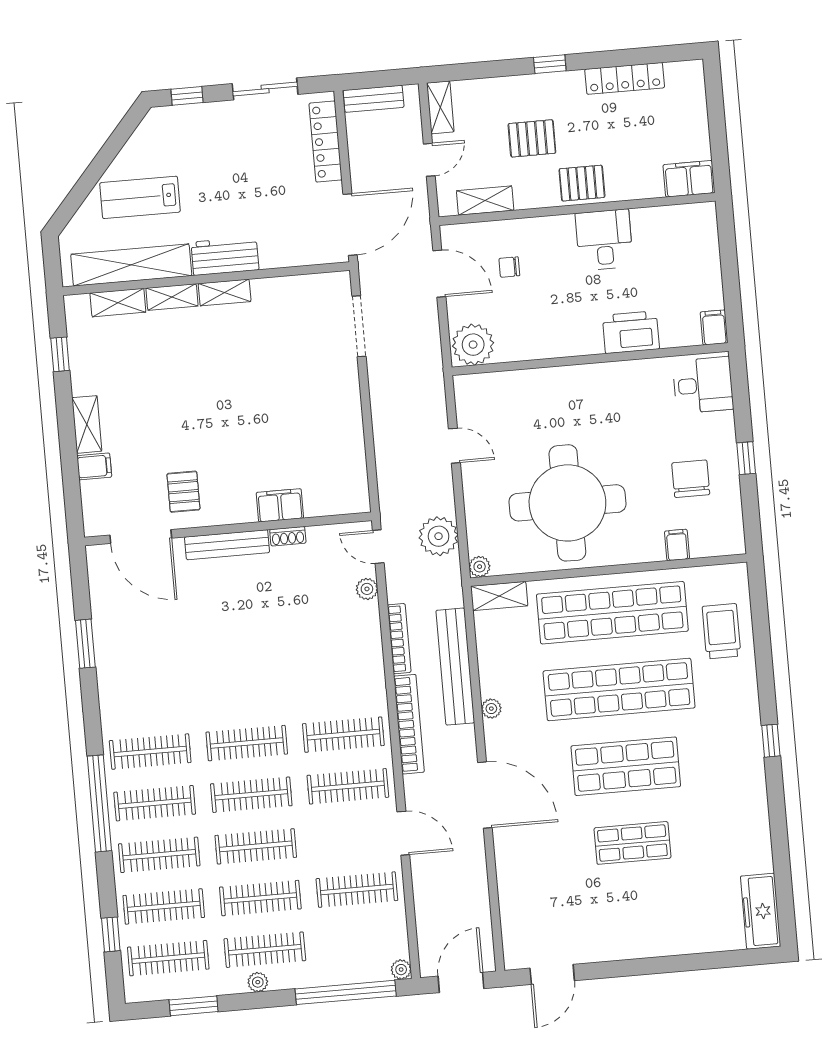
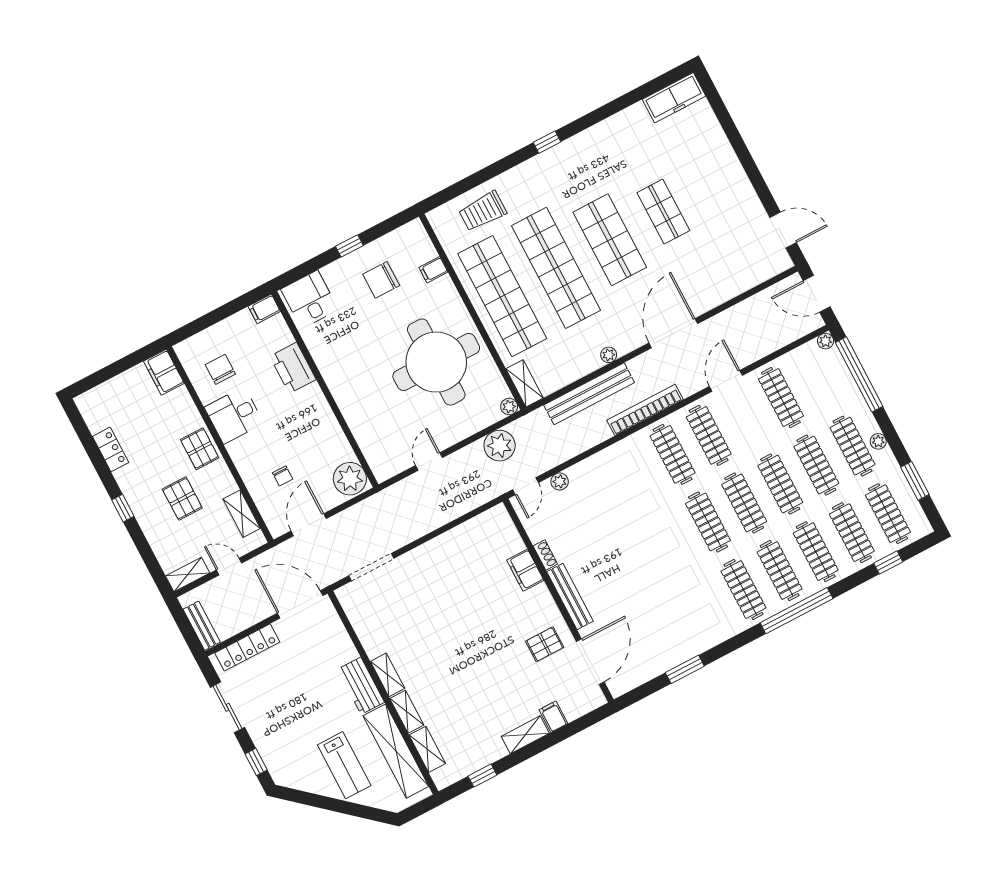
locker: (625, 78) -> (111, 449), width x0.66
chair: (665, 246) -> (220, 369), added
bookcase: (399, 639) -> (586, 443), removed

